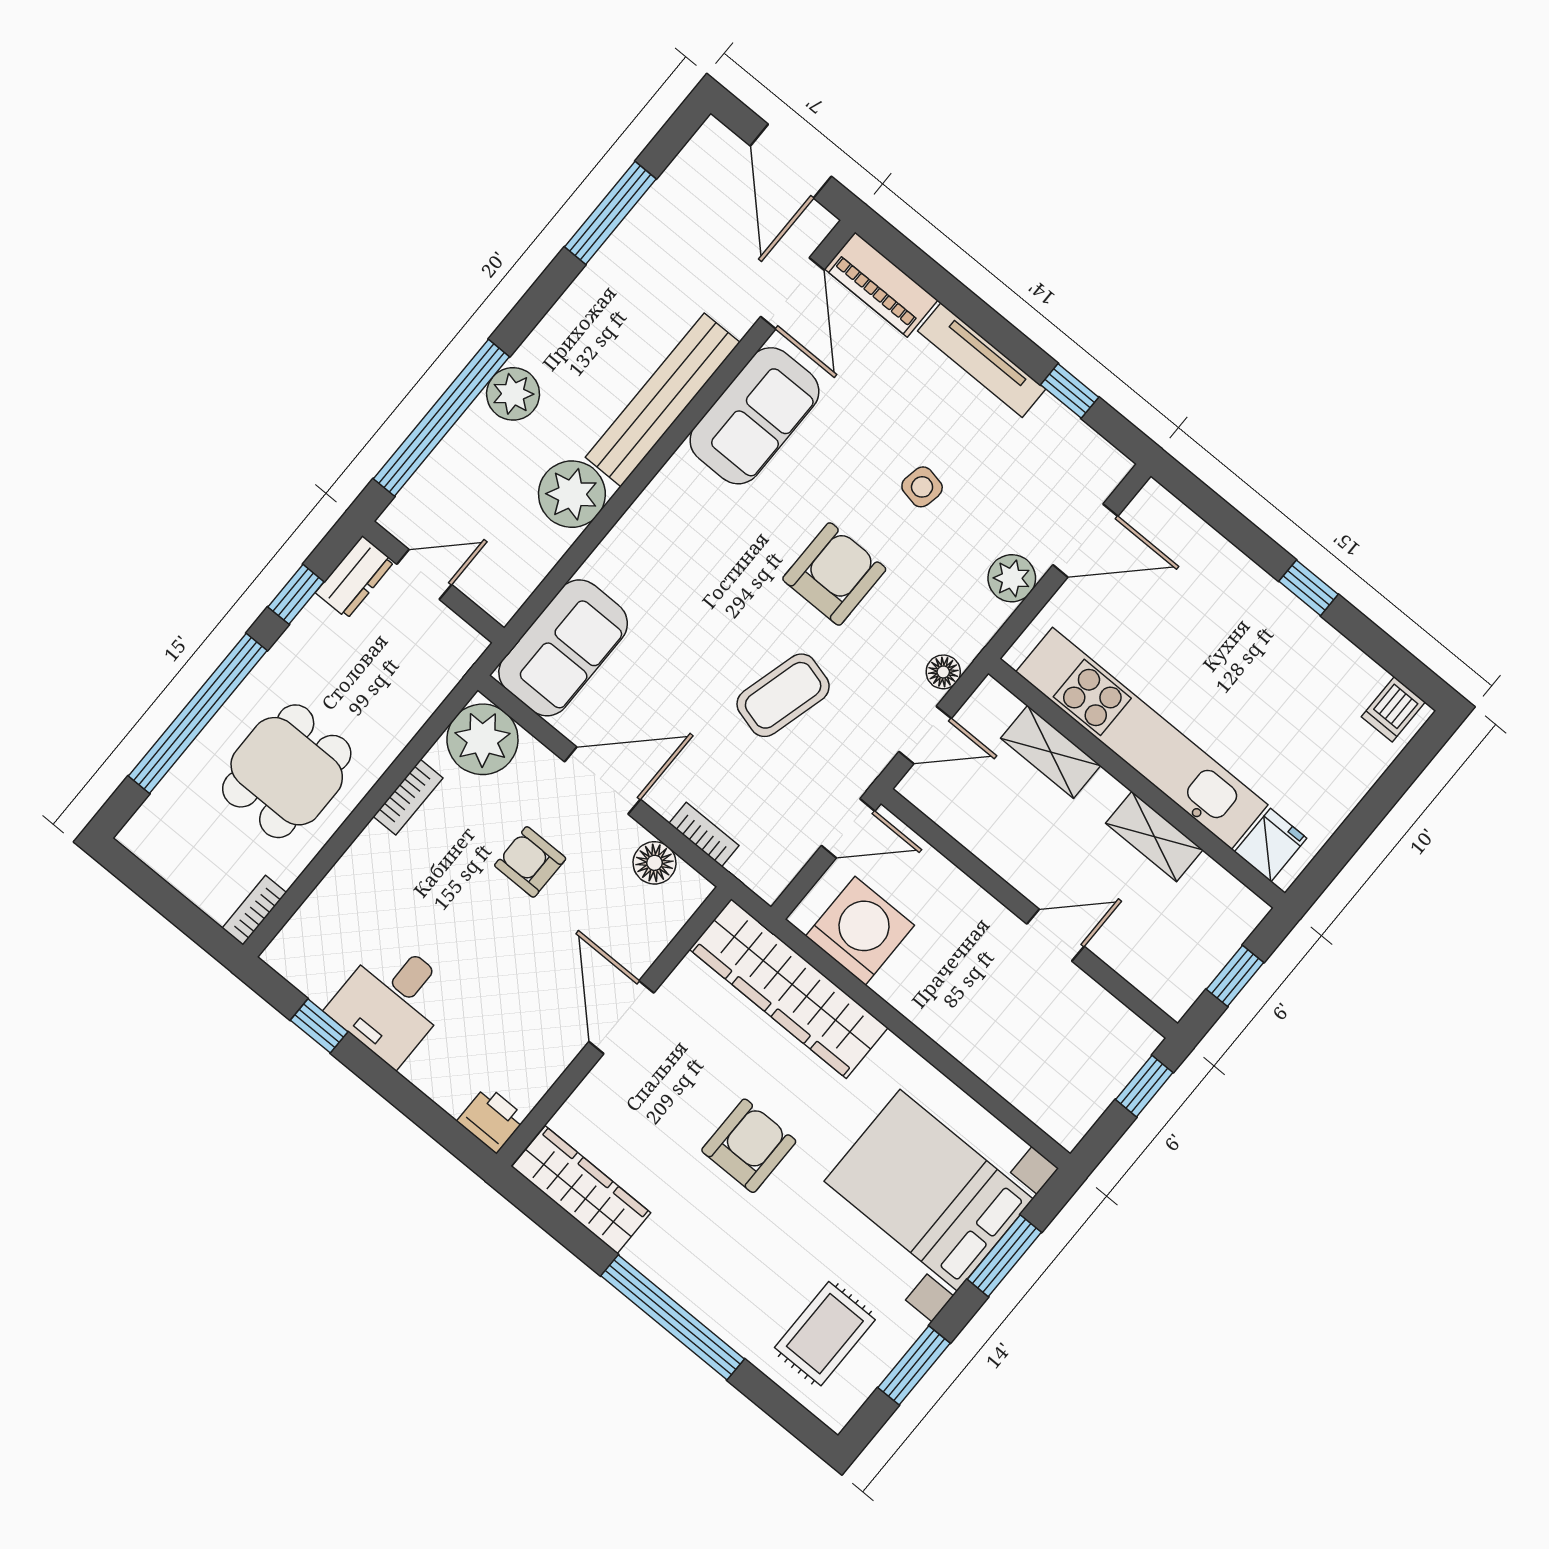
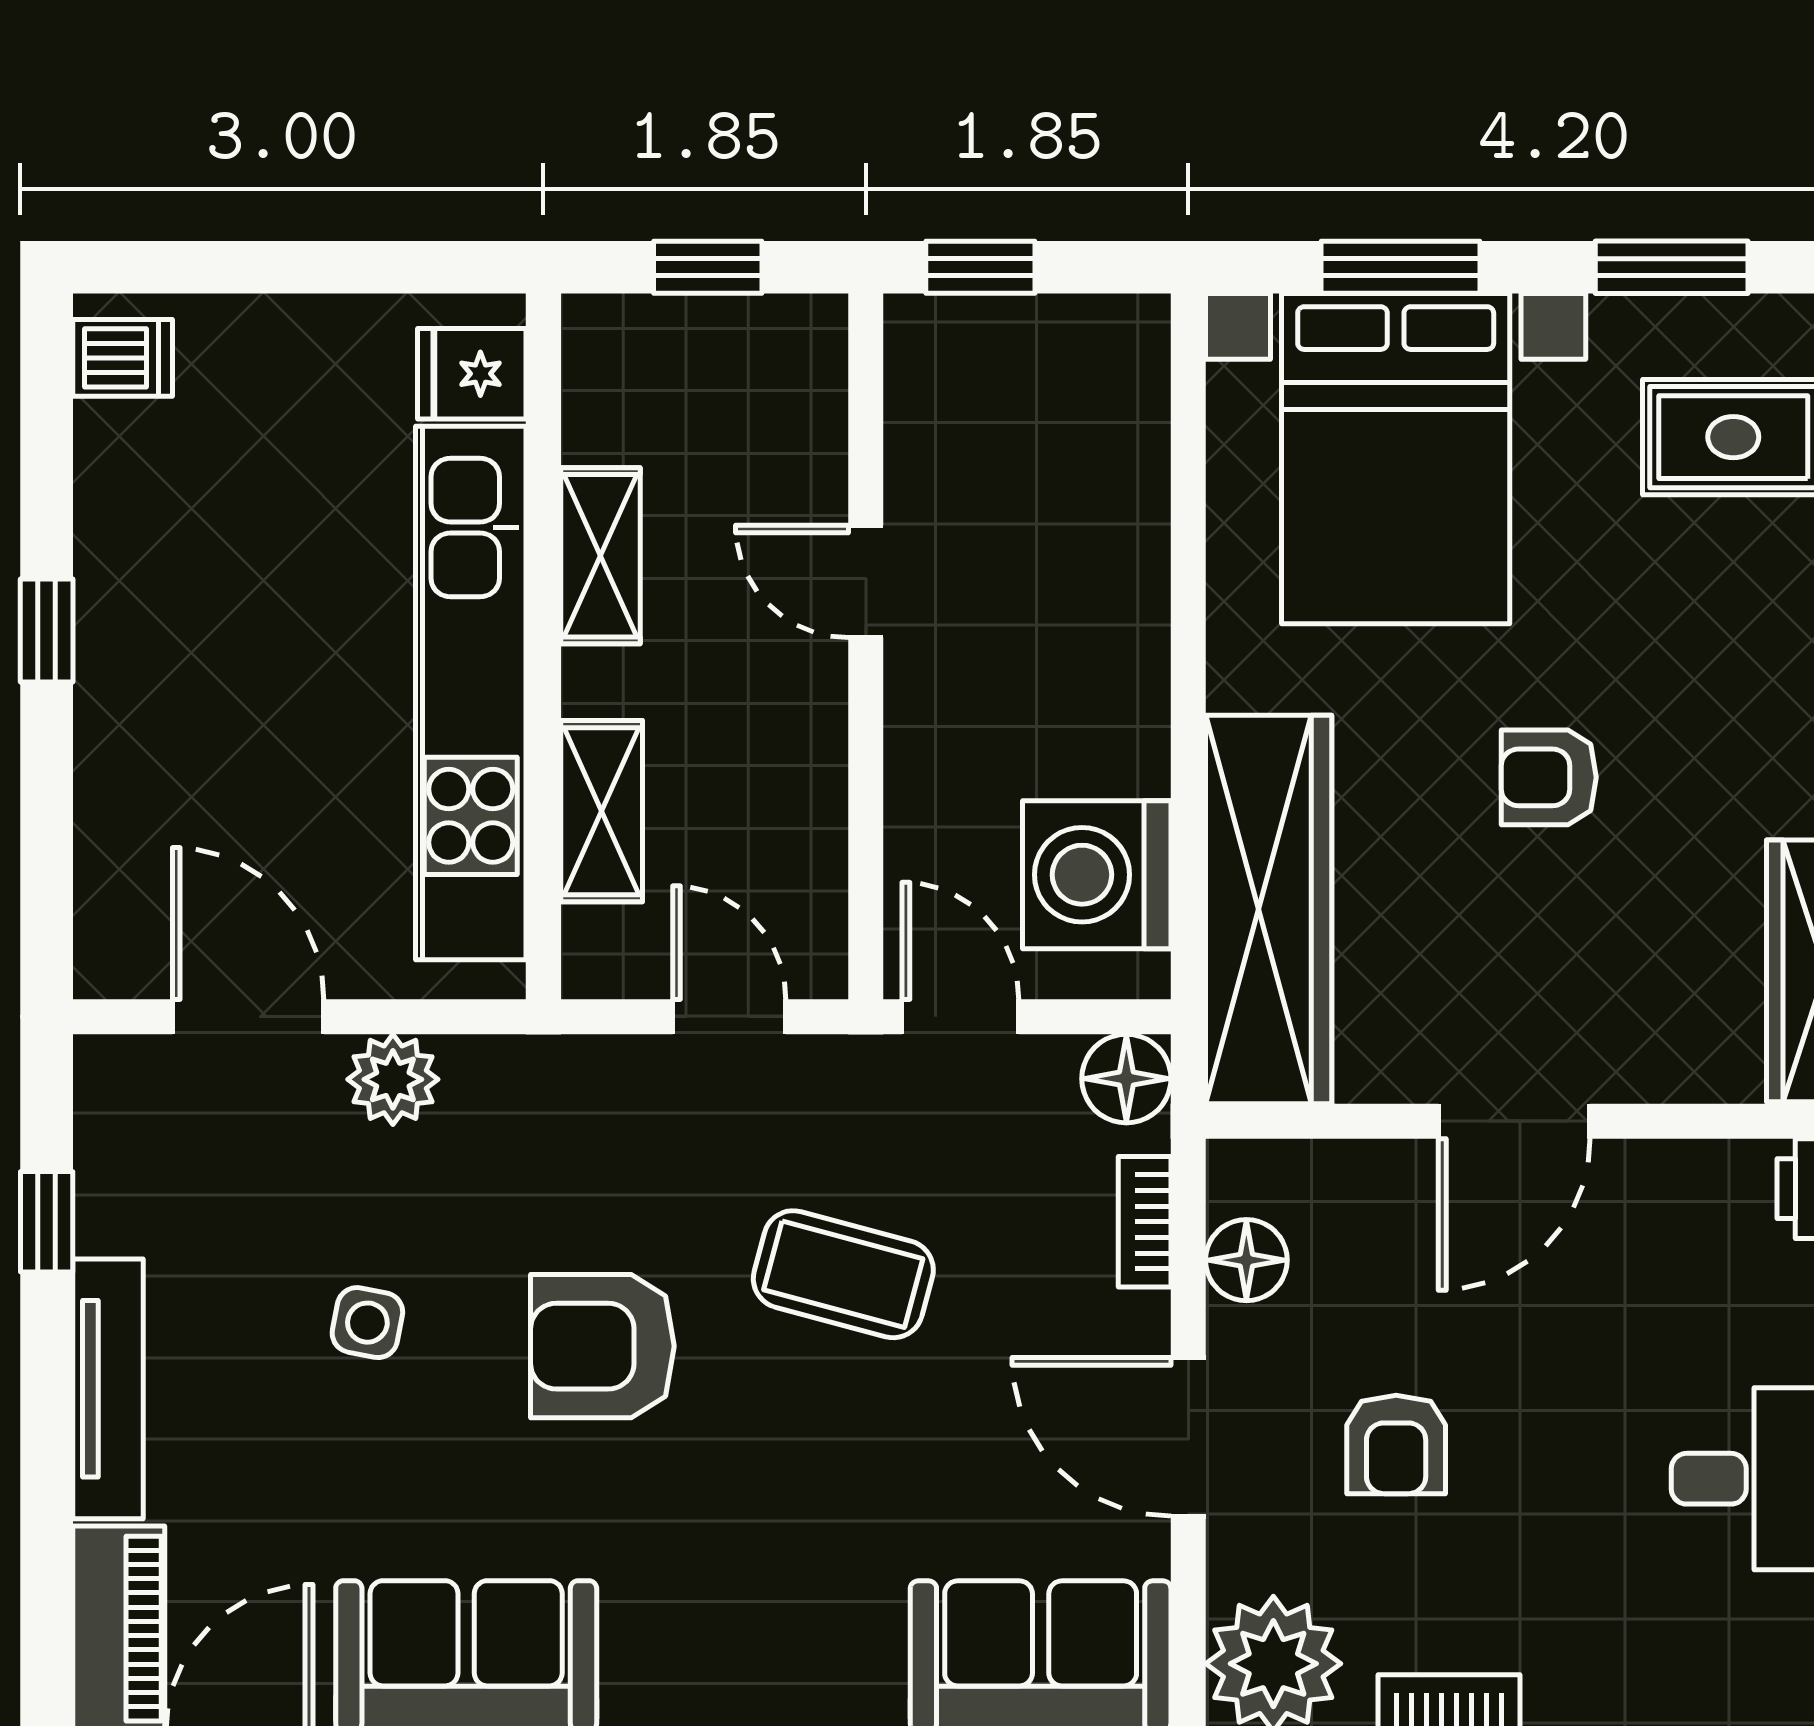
floor lamp: (943, 672) -> (1126, 1079), moved, width x1.37, depth x1.37
armchair: (749, 1146) -> (1549, 777), width x0.72, depth x0.72

